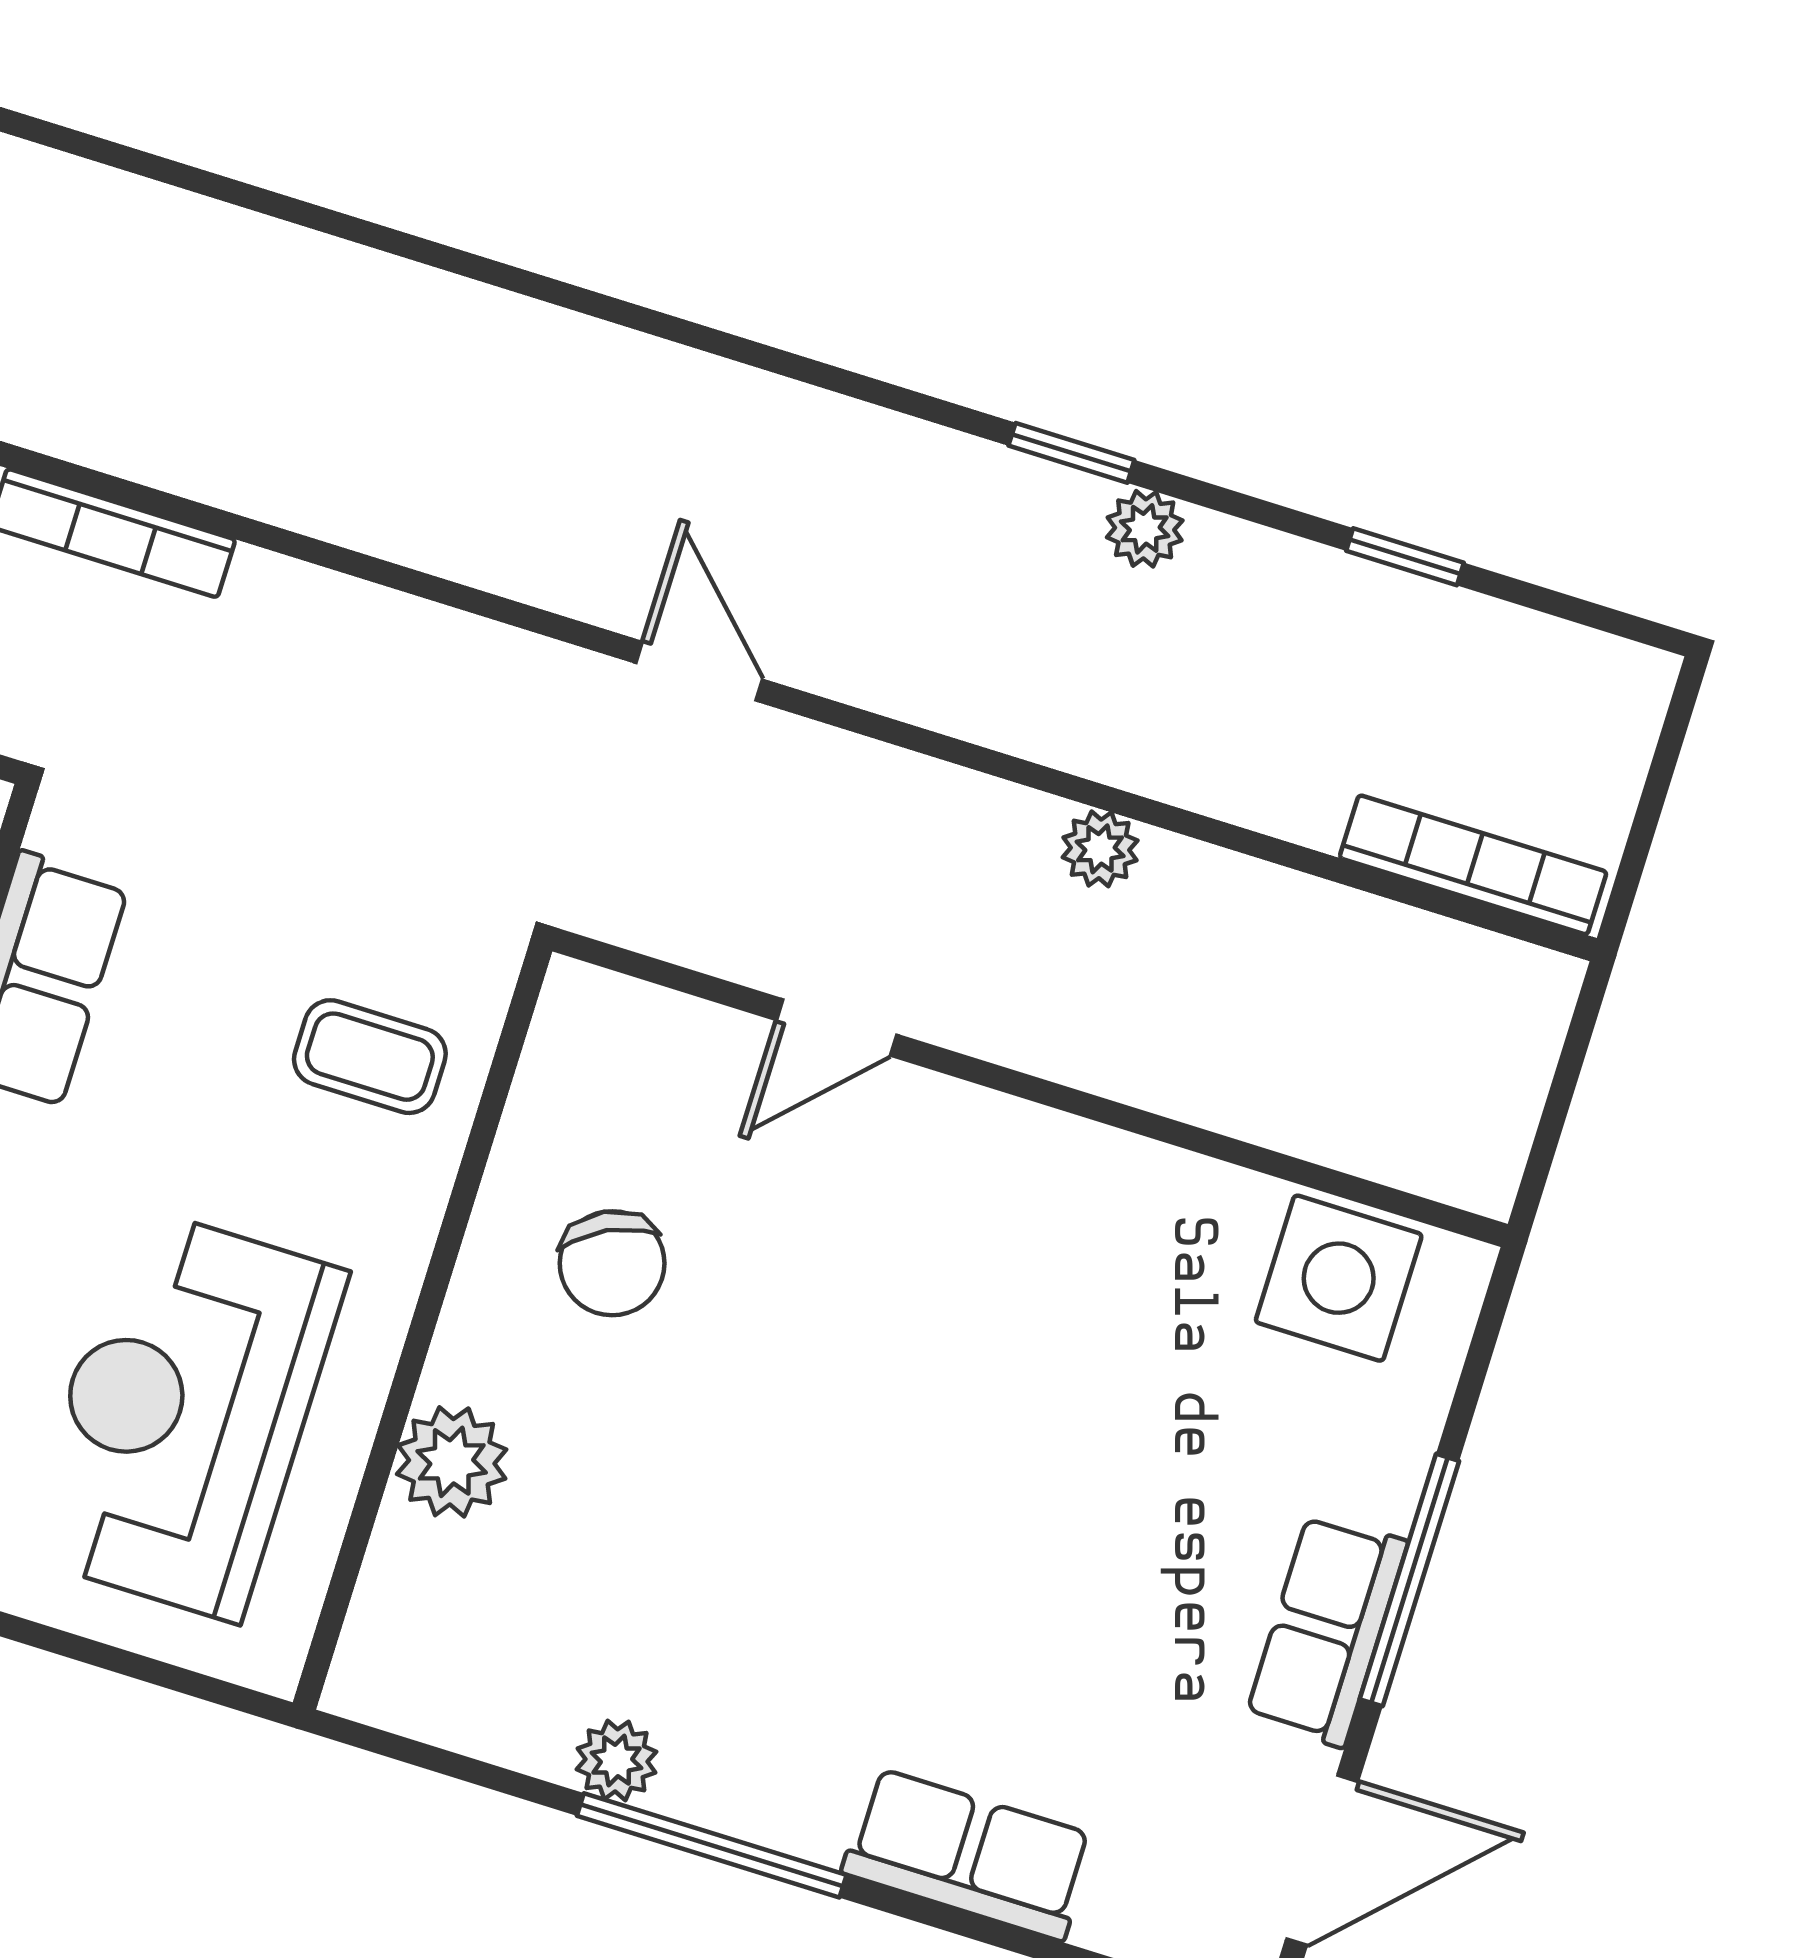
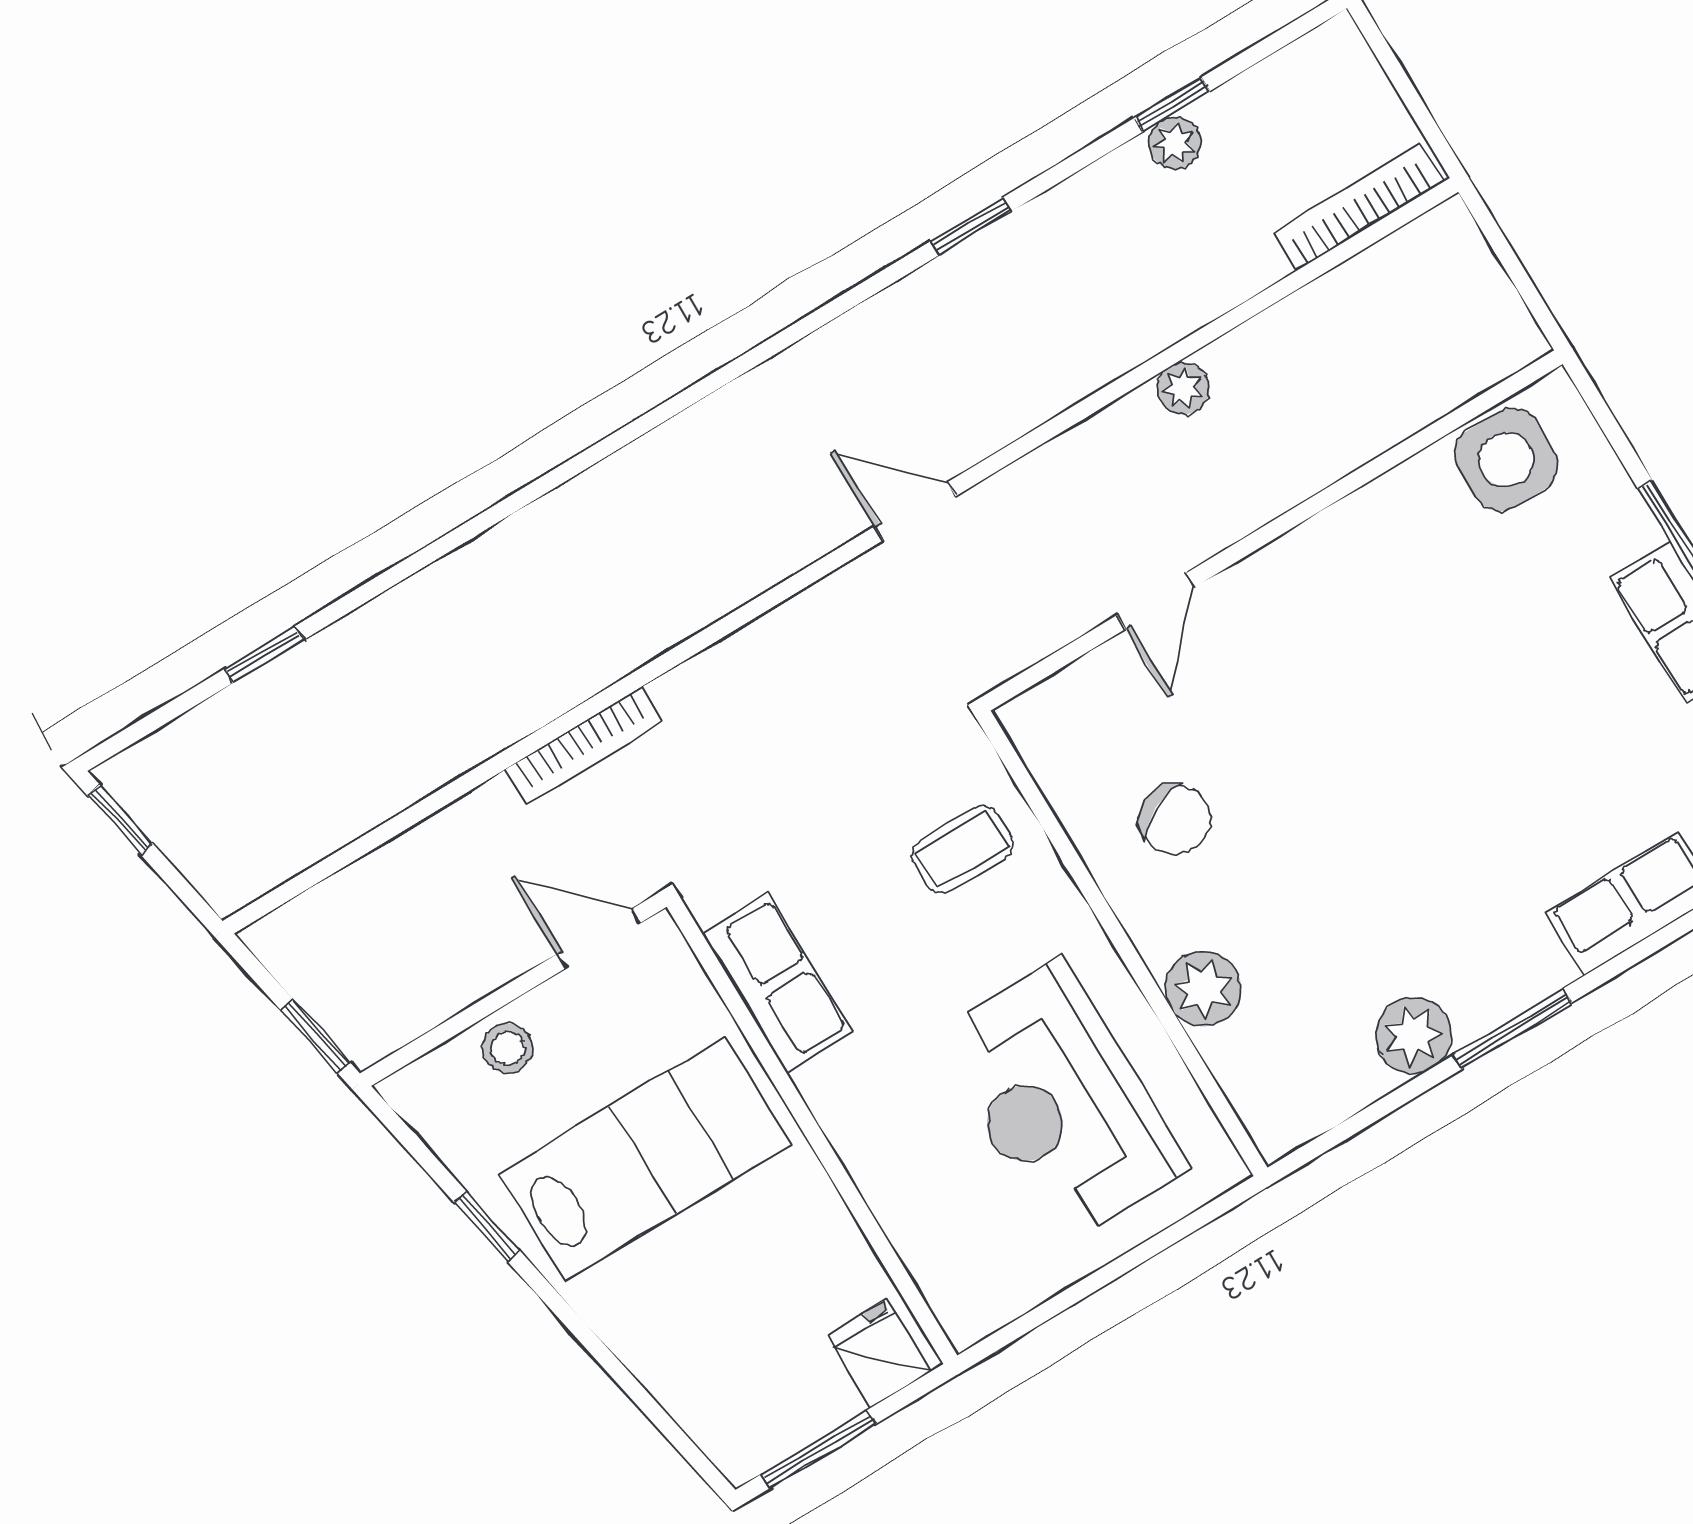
plant: (1145, 529) -> (1175, 143), moved
plant: (616, 1760) -> (1413, 1035), width x1.38, depth x1.38
window: (712, 1845) -> (1513, 1029), width x0.69

